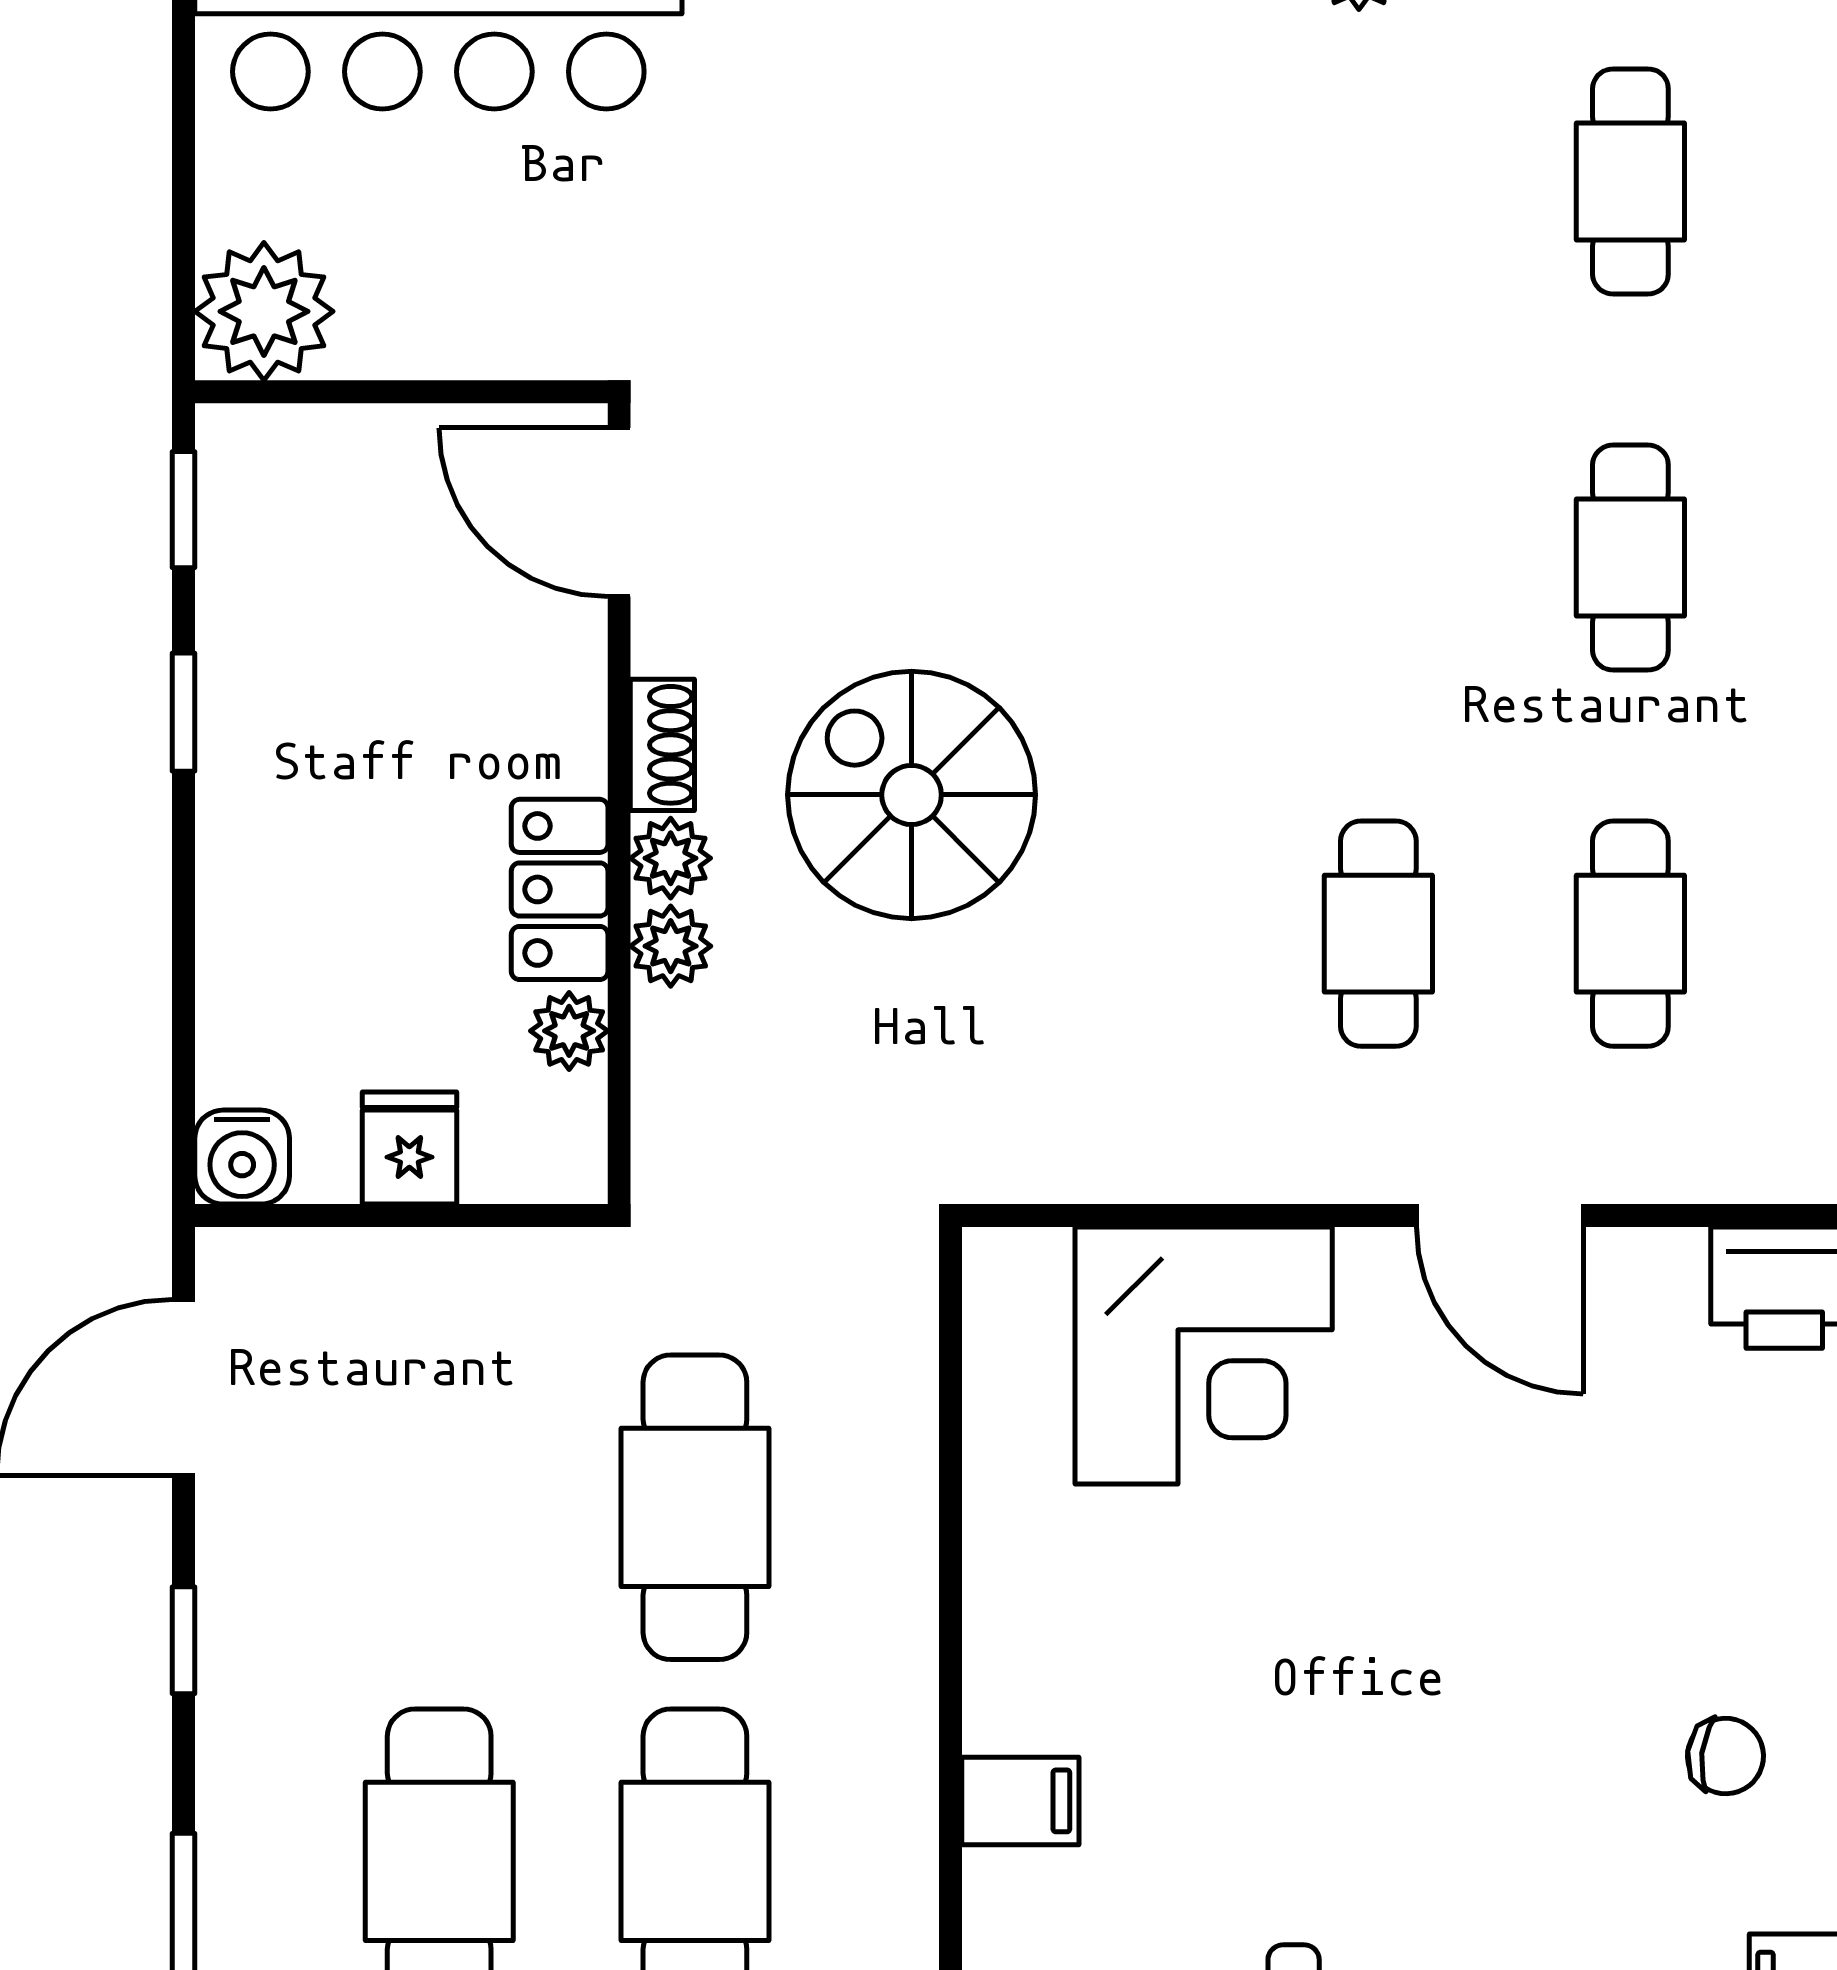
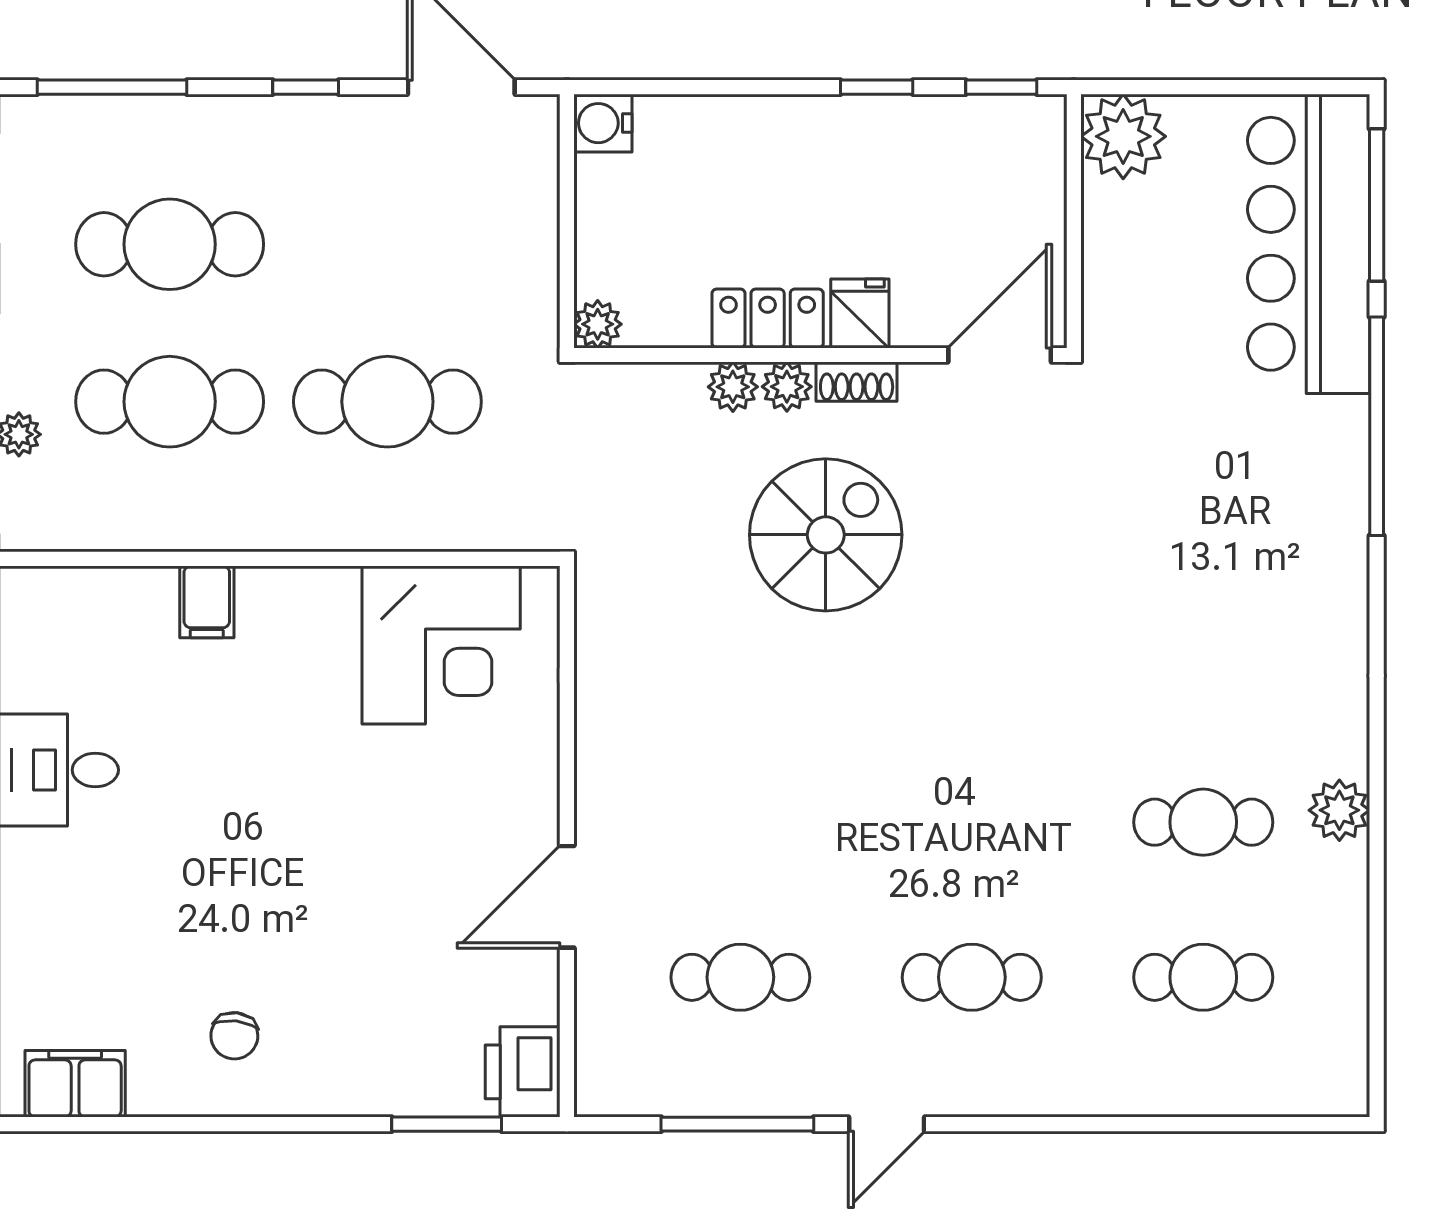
cafe table: (1378, 934) -> (1203, 822), moved
plant: (569, 1031) -> (598, 324), moved
fridge: (409, 1148) -> (860, 313), moved, turned -90
corner desk: (1204, 1356) -> (441, 645), moved, turned -90

